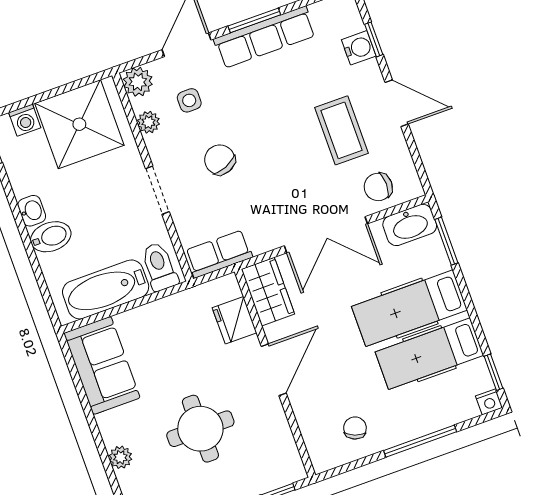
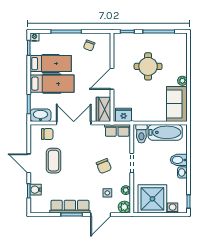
fridge: (234, 320) -> (124, 115), moved, turned -90
plant: (120, 457) -> (182, 81), moved

